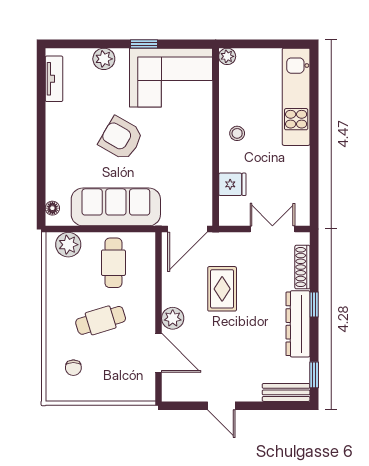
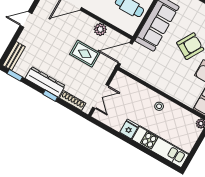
fridge: (232, 184) -> (129, 129), moved, turned 180
door: (187, 229) -> (125, 54), hinge flipped
plant: (173, 318) -> (100, 29), moved

